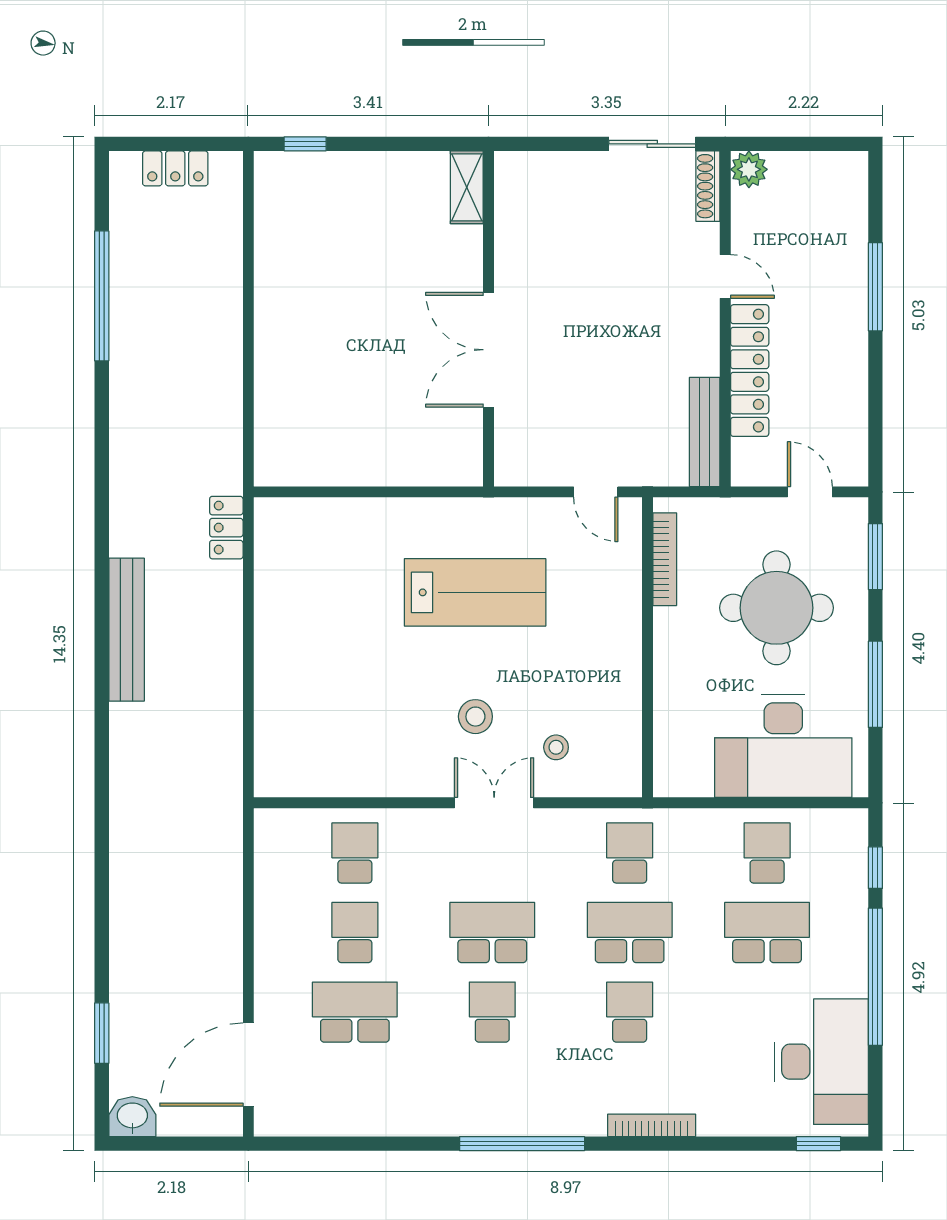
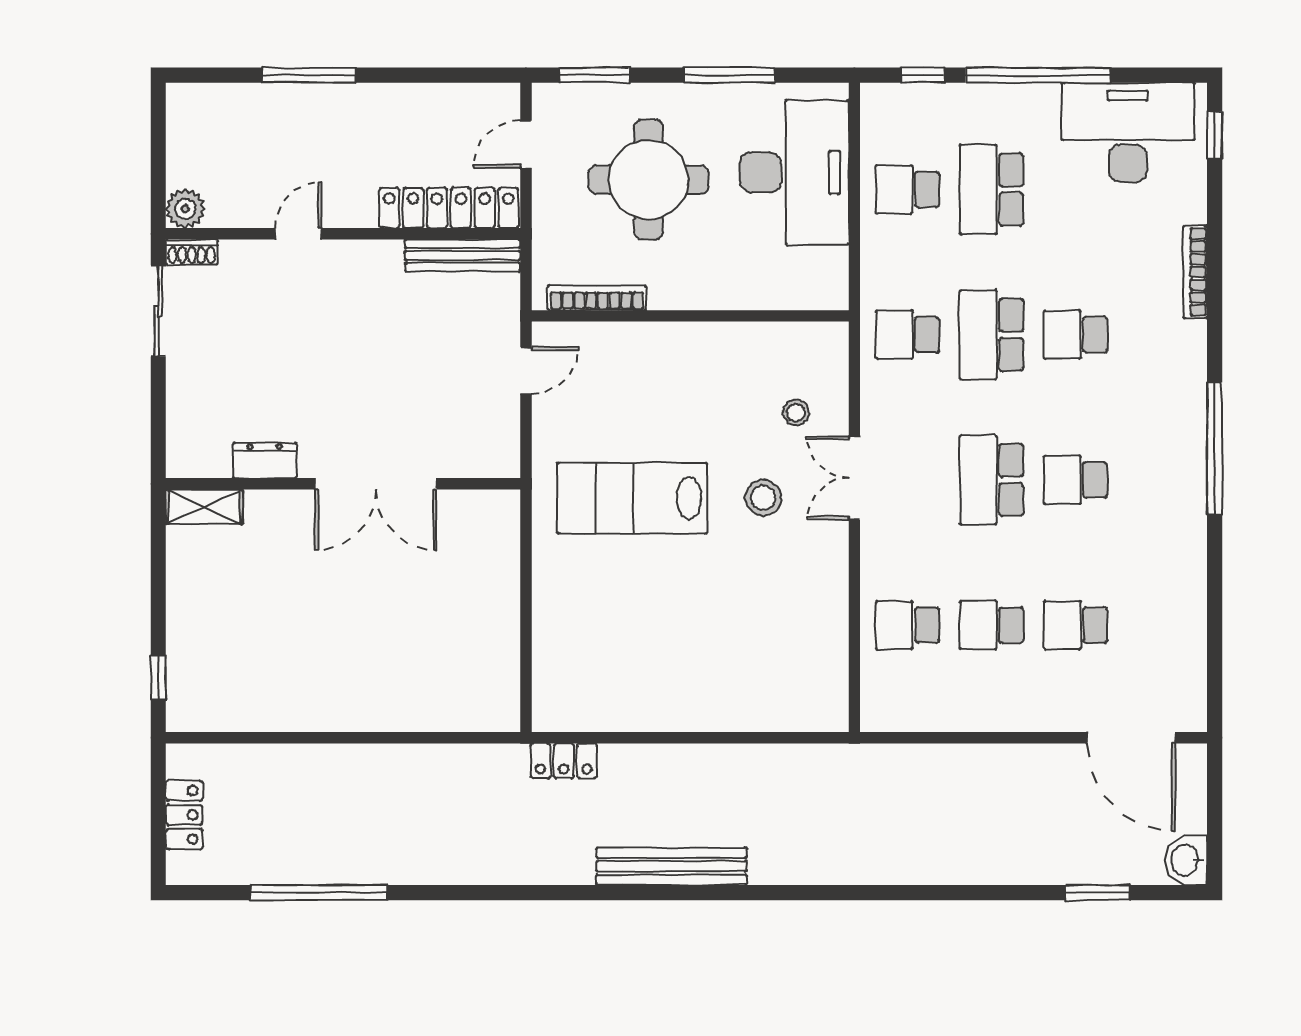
shoe rack: (708, 186) -> (192, 252), width x0.70
dresser: (511, 245) -> (265, 460), added
locker: (750, 371) -> (449, 208), moved
lab bench: (475, 592) -> (632, 498), turned -90
school desk: (355, 1012) -> (1076, 625), width x0.54
bookcase: (652, 1125) -> (1195, 272), moved

